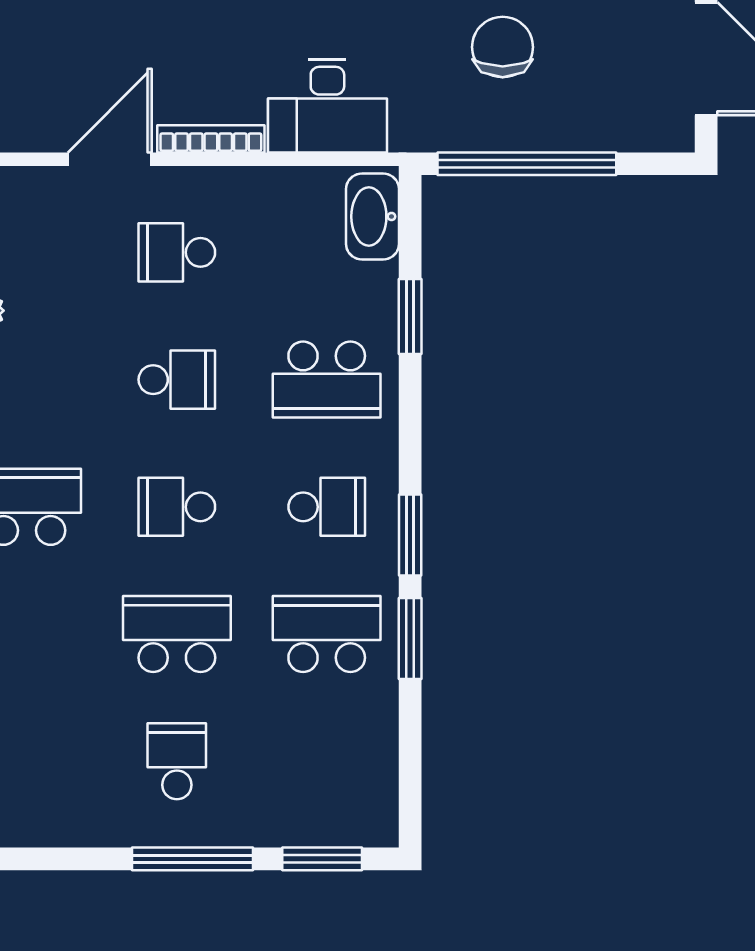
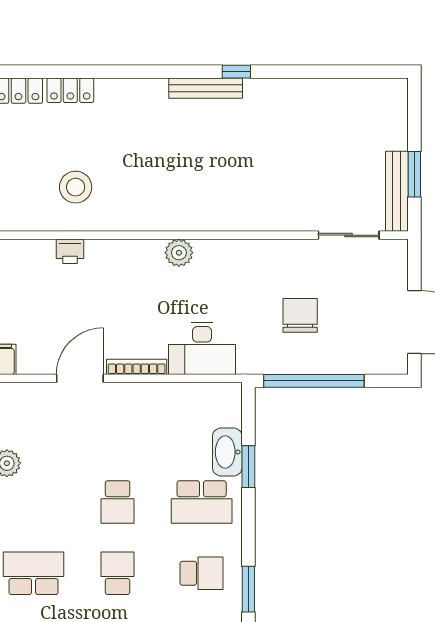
washbasin: (373, 216) -> (227, 452), moved
school desk: (177, 252) -> (118, 431), removed
school desk: (177, 380) -> (118, 502), turned 90
school desk: (177, 507) -> (118, 573), turned 90

